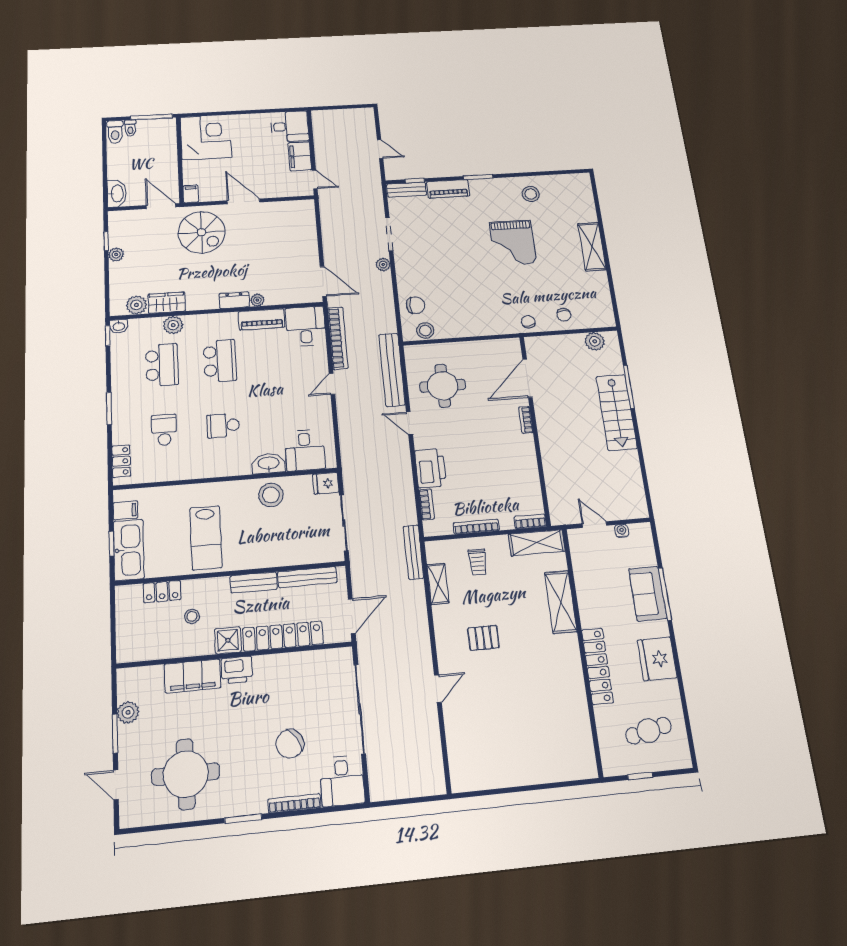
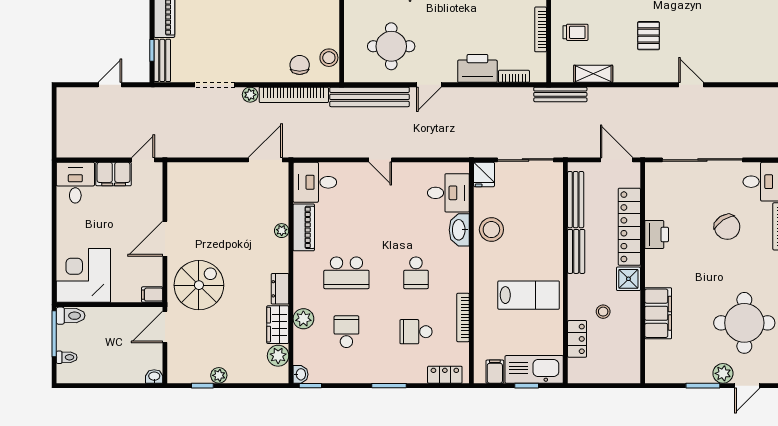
toilet: (115, 132) -> (71, 316), moved
washbasin: (117, 193) -> (154, 376), width x0.52, depth x0.69
dresser: (234, 300) -> (280, 289), moved
bookcase: (338, 338) -> (294, 95), moved, turned 180
school desk: (220, 361) -> (346, 273), turned 180
school desk: (162, 365) -> (346, 332), width x0.54
bookcase: (180, 474) -> (463, 317), added
printer: (237, 670) -> (657, 234), moved
plant: (128, 712) -> (723, 373), moved

